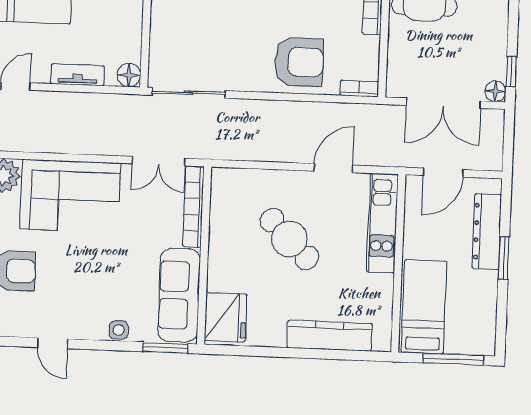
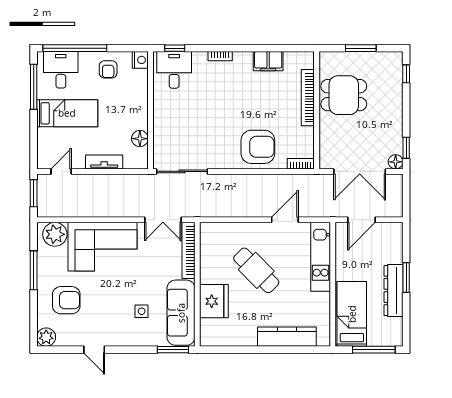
floor lamp: (129, 75) -> (140, 139), moved
dresser: (487, 232) -> (394, 290), moved
fridge: (226, 317) -> (214, 301), moved
side table: (119, 330) -> (142, 311), moved

